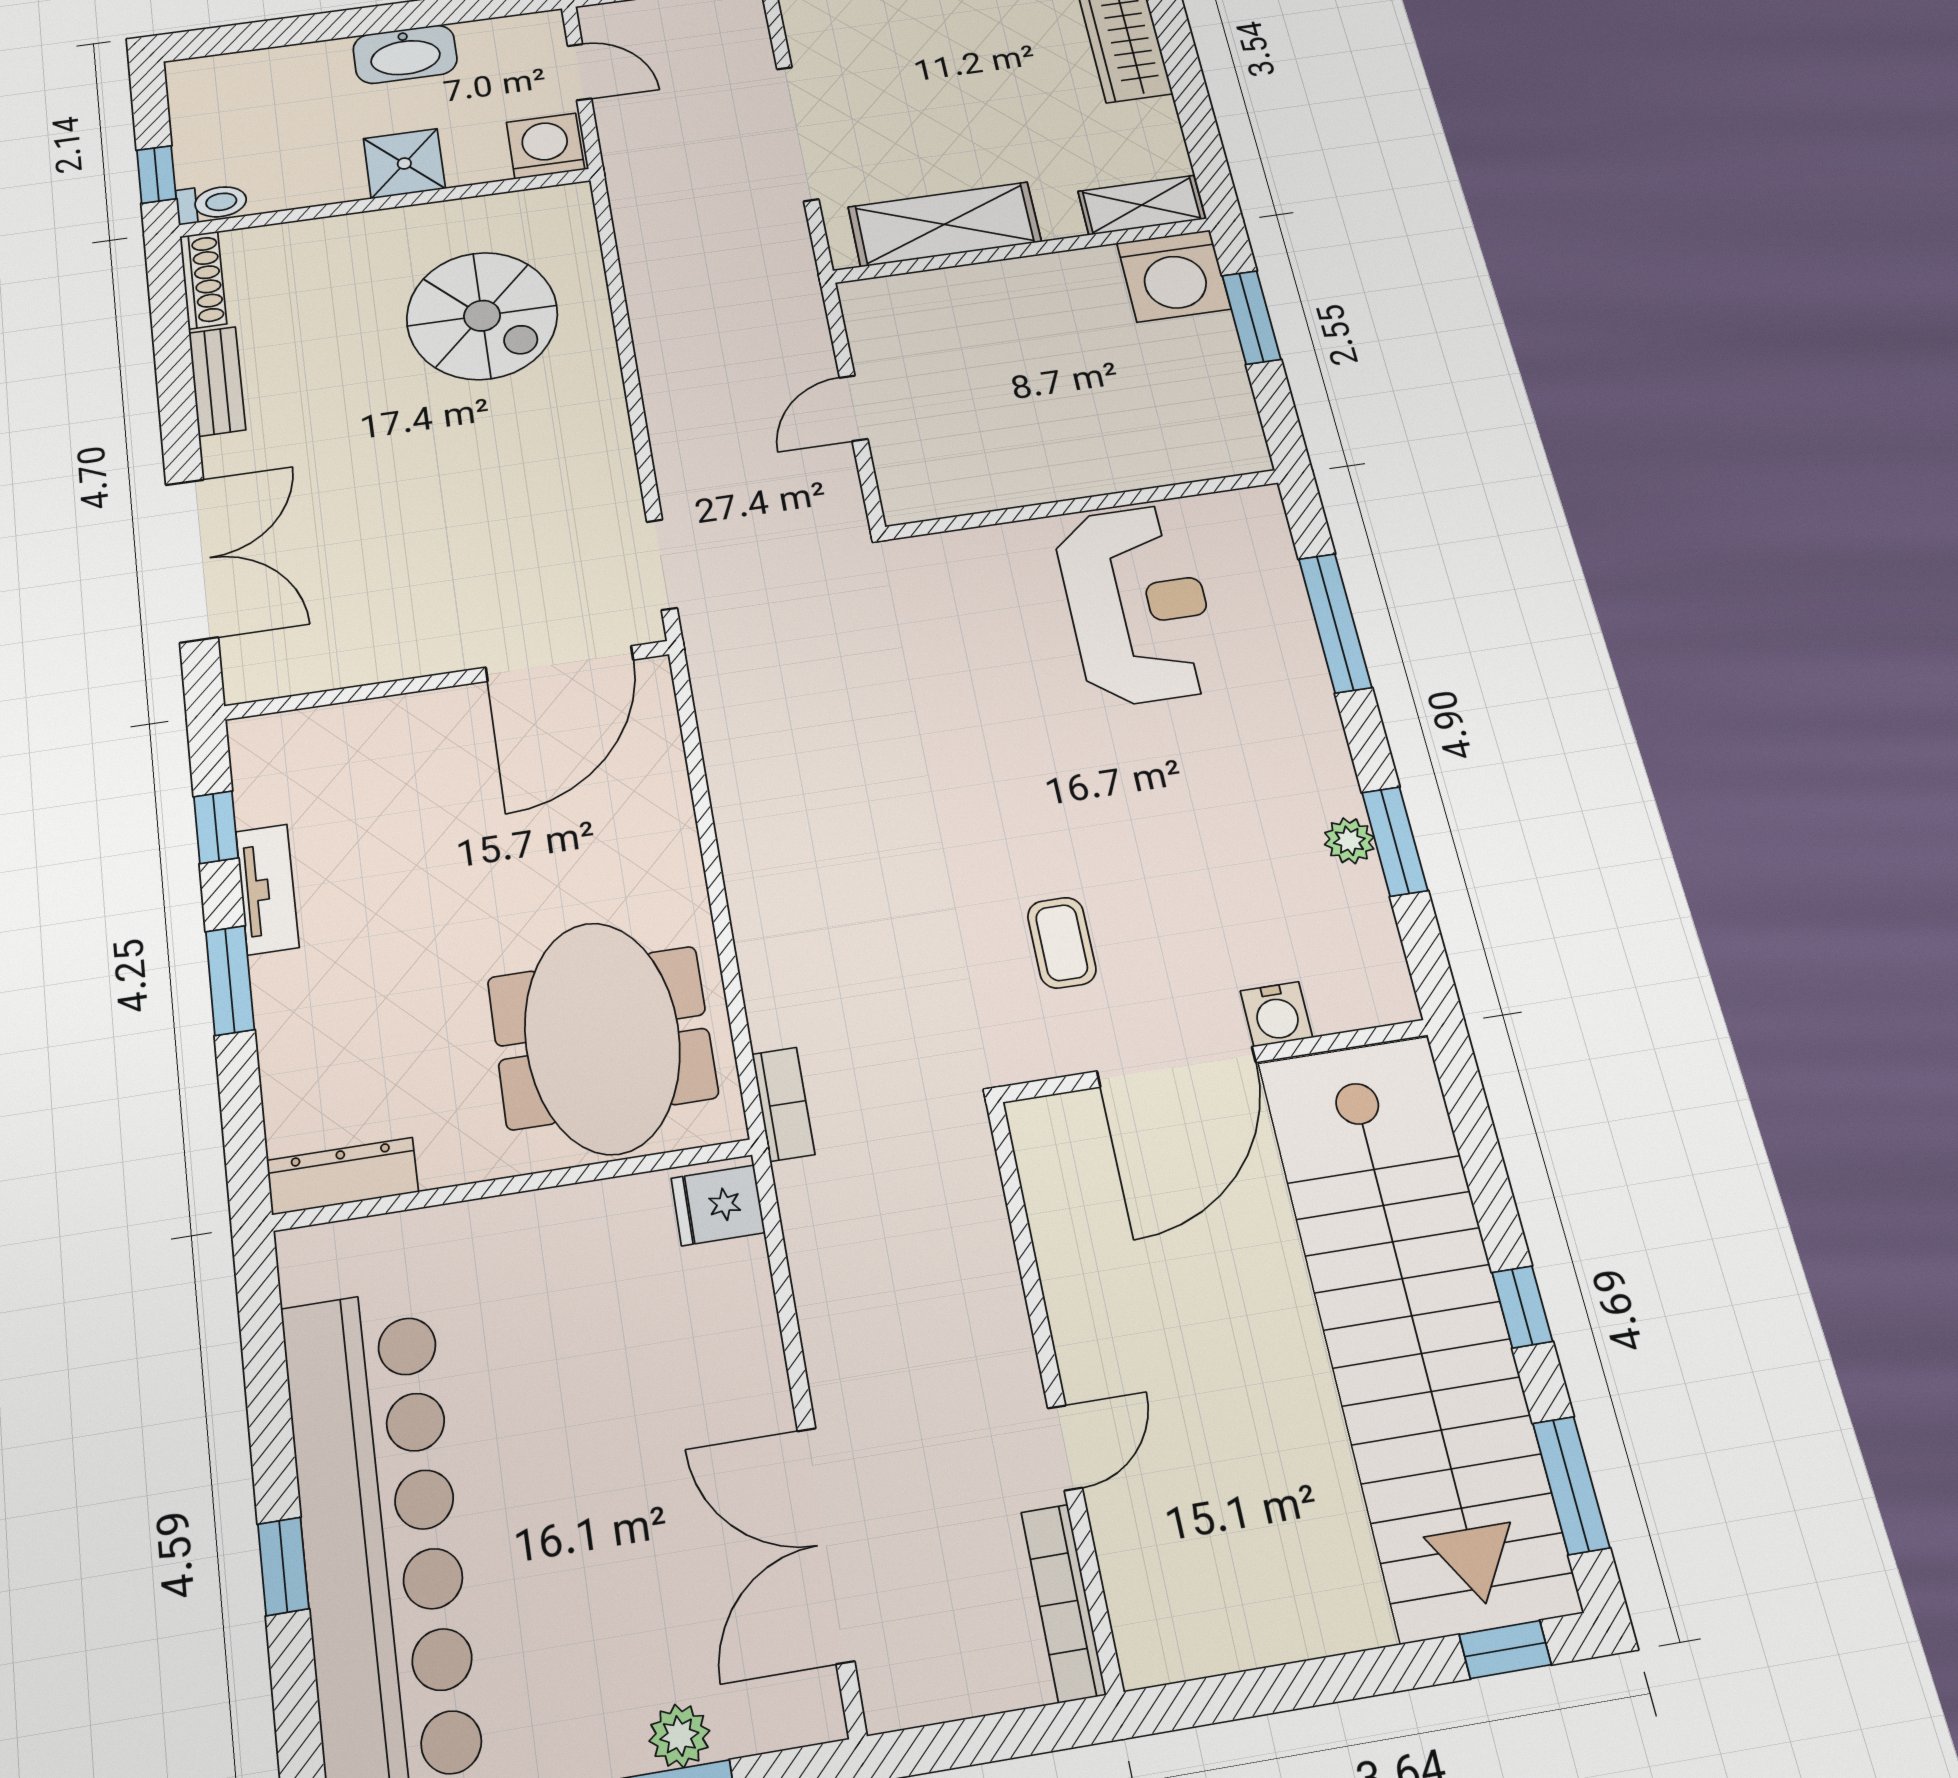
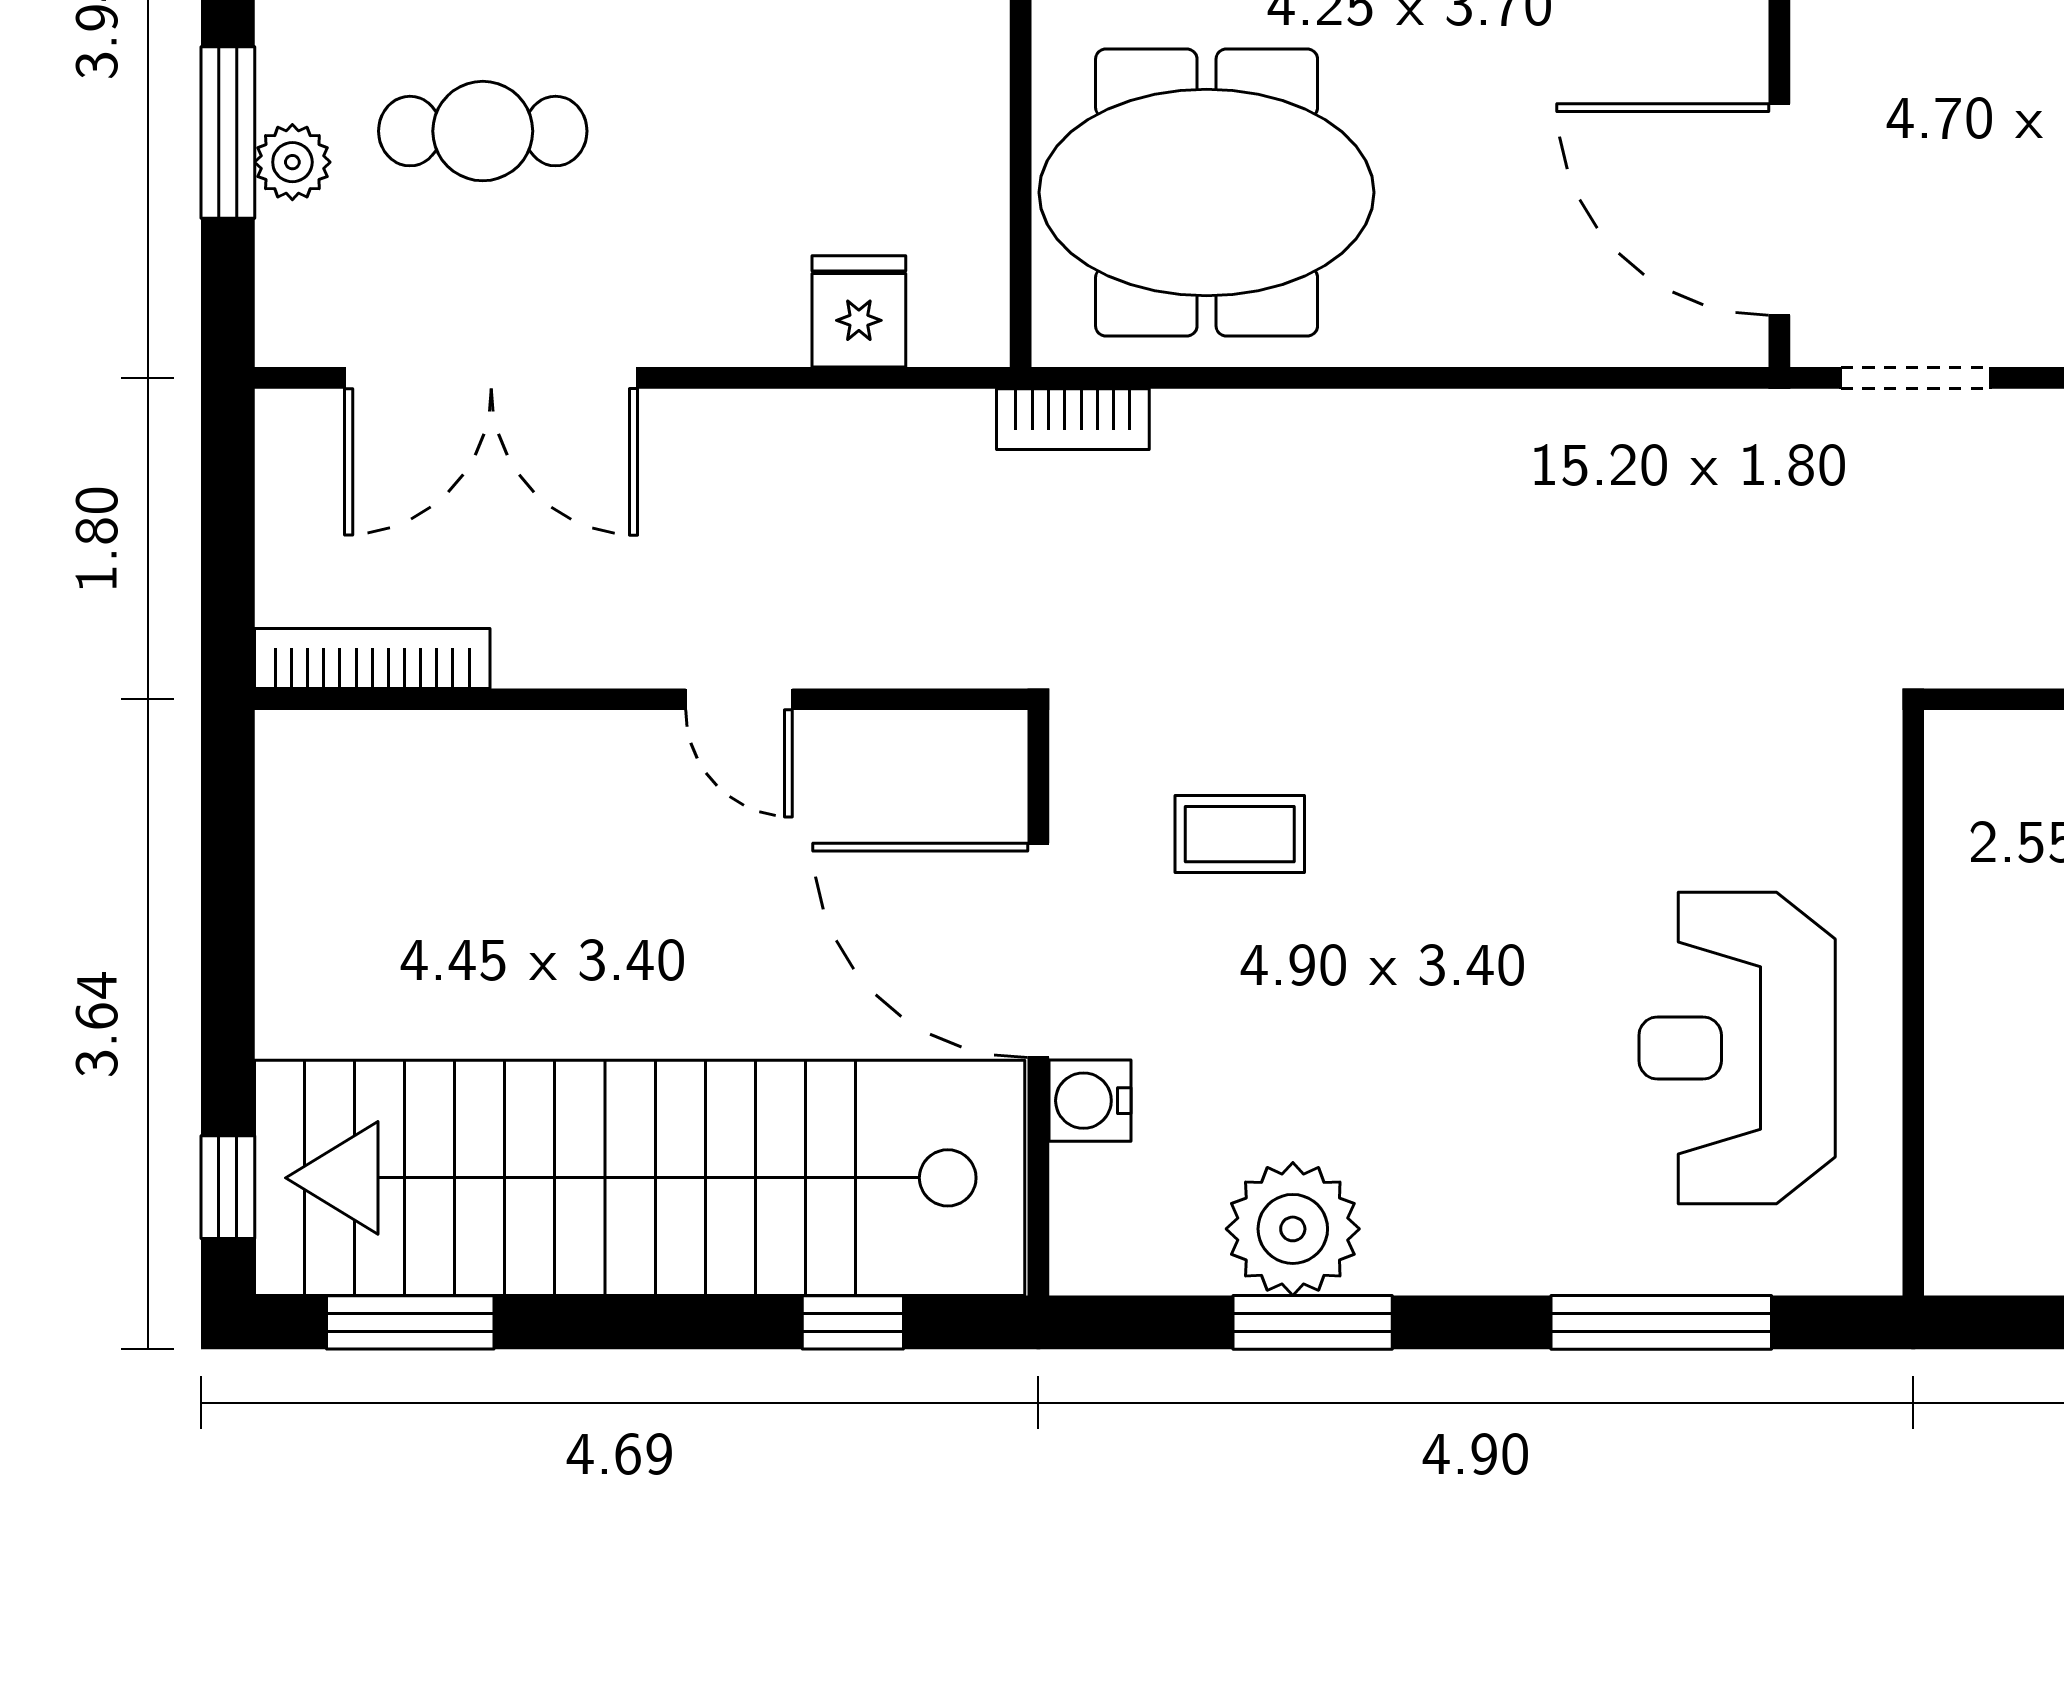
reception desk: (1138, 605) -> (1737, 1048), turned 90
plant: (1349, 841) -> (1293, 1229), width x1.88, depth x1.88
fridge: (718, 1205) -> (859, 311), moved
window: (1522, 1307) -> (853, 1322), moved
door: (1065, 1448) -> (739, 699), moved
double door: (826, 1544) -> (491, 378), swing flipped
cafe table: (632, 1584) -> (483, 131), added

